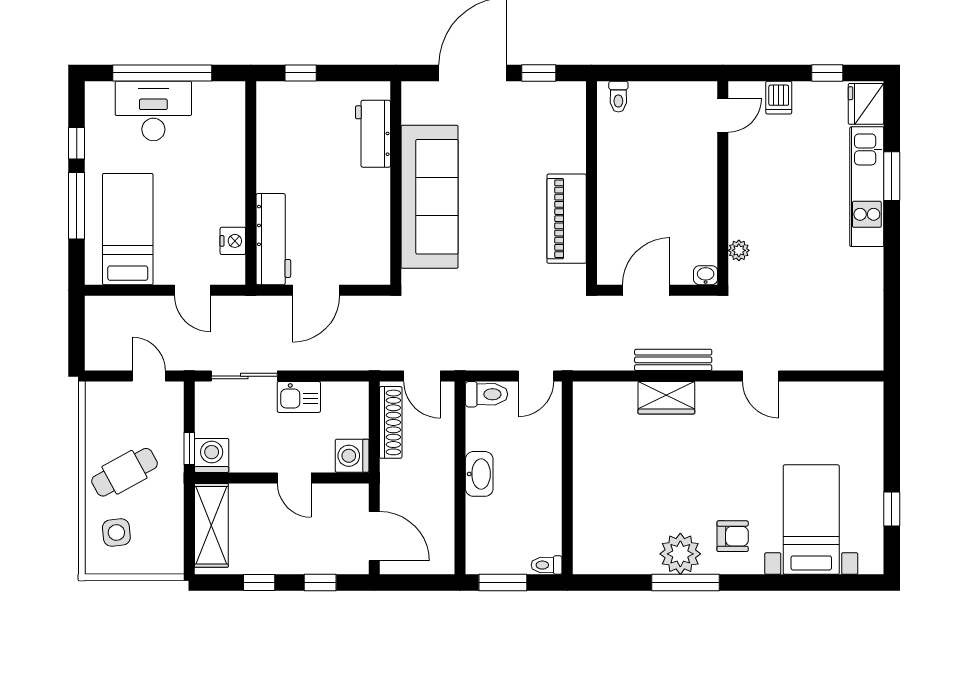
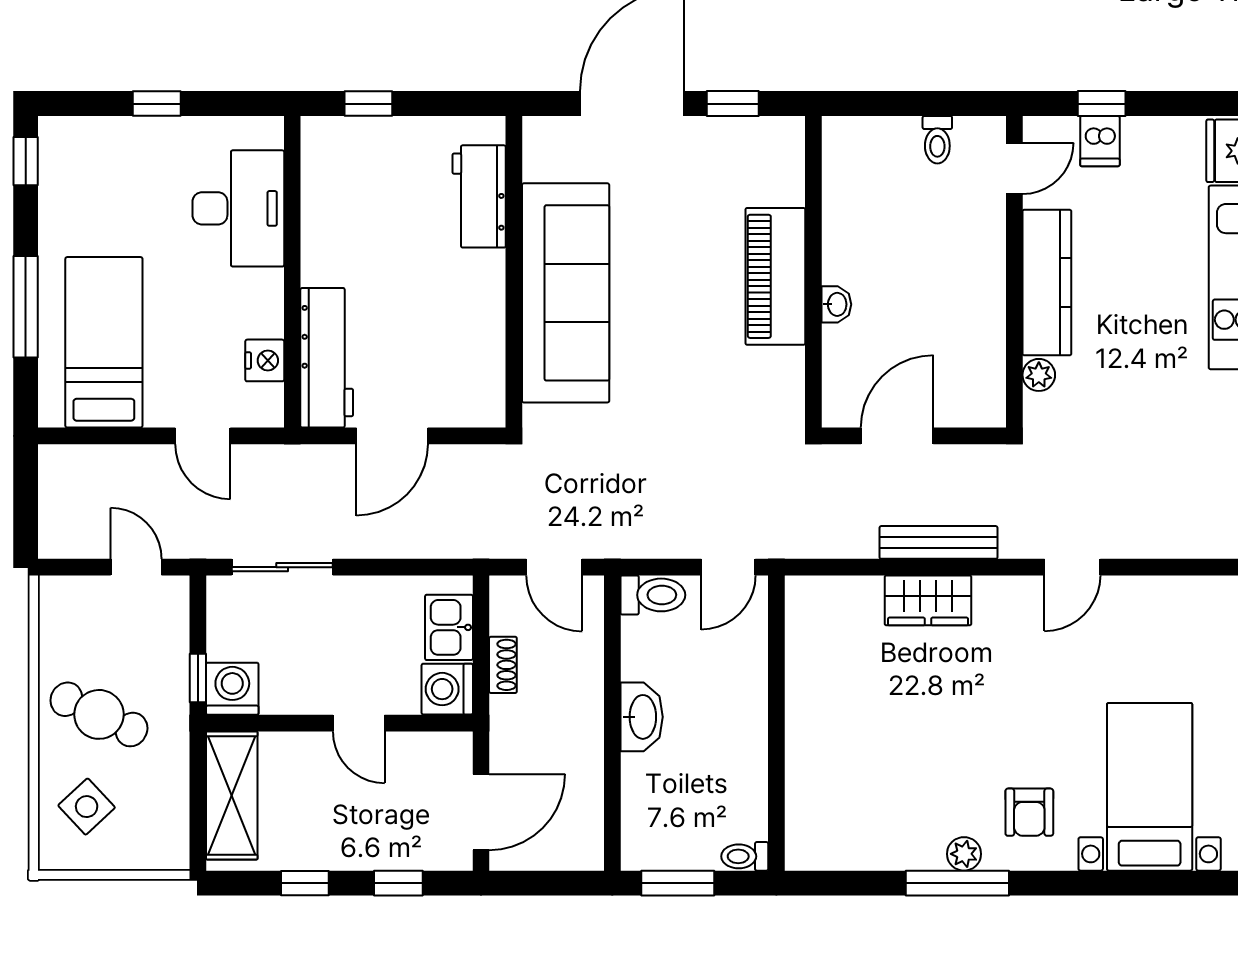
window: (162, 73) -> (157, 104), width x0.32
window: (827, 73) -> (1102, 104), moved
toilet: (618, 97) -> (937, 140), moved
desk: (153, 111) -> (238, 208), moved, turned 90
window: (77, 143) -> (26, 161), moved
kitchen counter: (744, 190) -> (1047, 283), added
piano: (567, 219) -> (775, 276), moved
washbasin: (706, 275) -> (836, 304), moved, turned 90
door: (761, 376) -> (1072, 567), hinge flipped
kitchen sink: (299, 397) -> (449, 627), moved, turned 90
shoe rack: (391, 422) -> (503, 665), width x0.51, depth x0.81
cafe table: (125, 472) -> (99, 714), turned 54
side table: (116, 533) -> (87, 807), turned -37
door: (374, 536) -> (481, 812), hinge flipped
armchair: (733, 536) -> (1029, 812), turned 90
plant: (680, 554) -> (964, 854), width x0.53, depth x0.53

